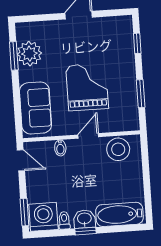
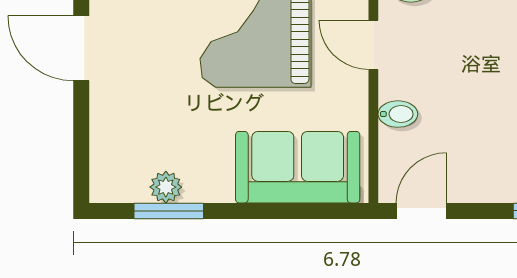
plant: (29, 54) -> (166, 187), width x0.53, depth x0.53

